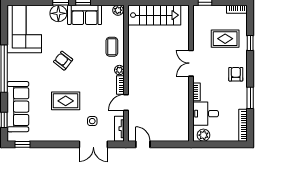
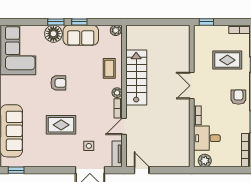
stairs: (154, 15) -> (136, 78), moved, turned -90
armchair: (63, 61) -> (58, 83), turned 142

